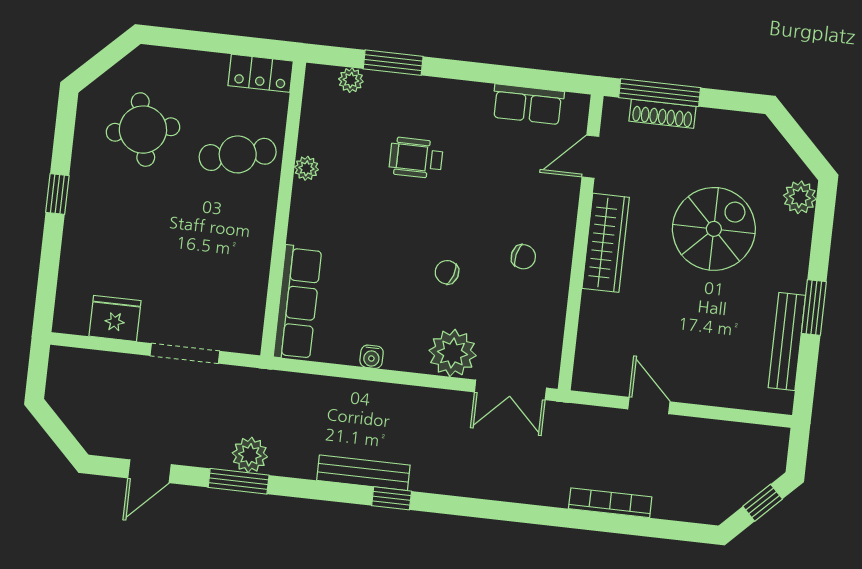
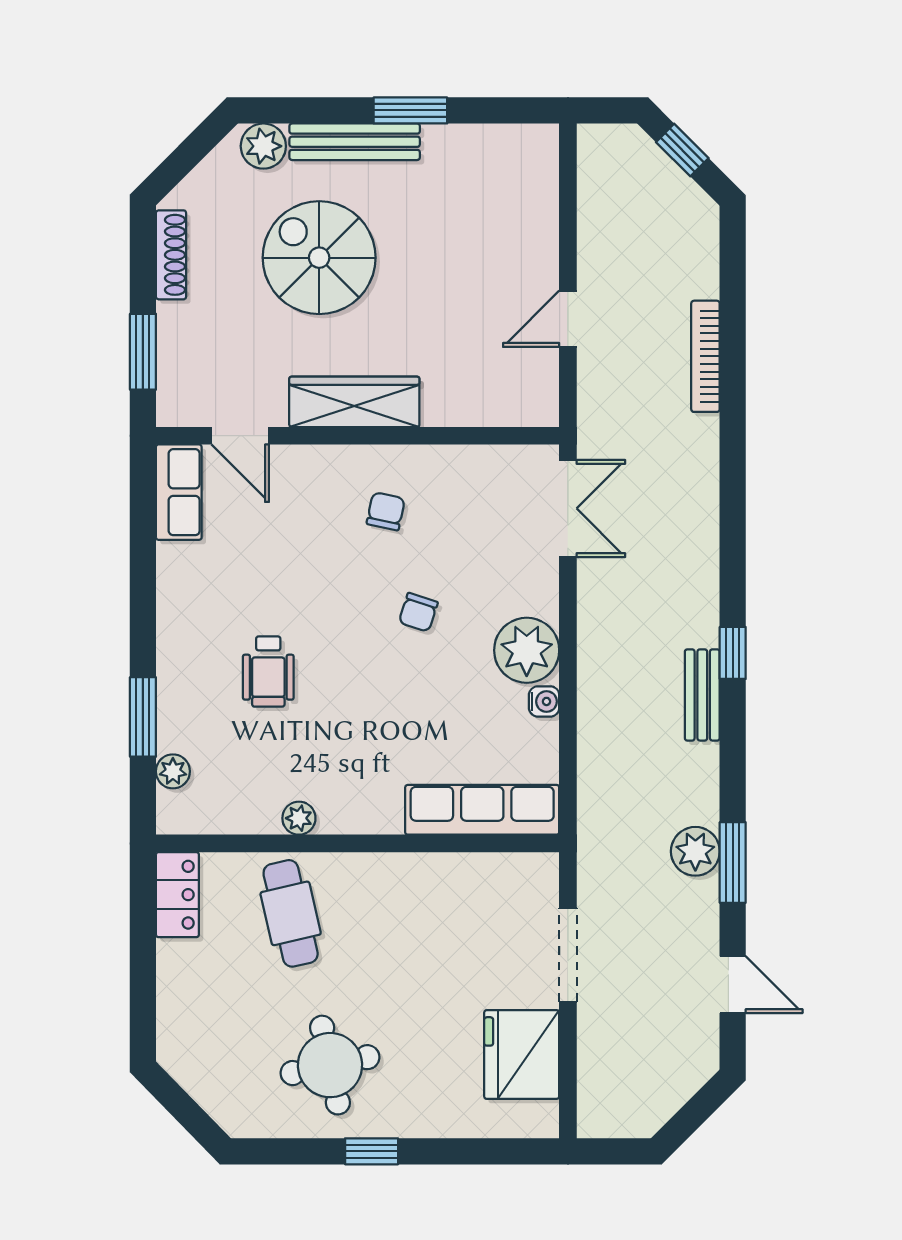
window: (660, 93) -> (143, 352), width x0.69
row of seats: (528, 104) -> (179, 492), moved
shoe rack: (662, 114) -> (171, 255), moved
round table: (143, 130) -> (330, 1065), moved
fridge: (115, 318) -> (522, 1054), width x1.36, depth x1.34
bench: (787, 342) -> (355, 142), moved
plant: (453, 353) -> (527, 650), moved
bench: (363, 473) -> (702, 695), width x0.73

